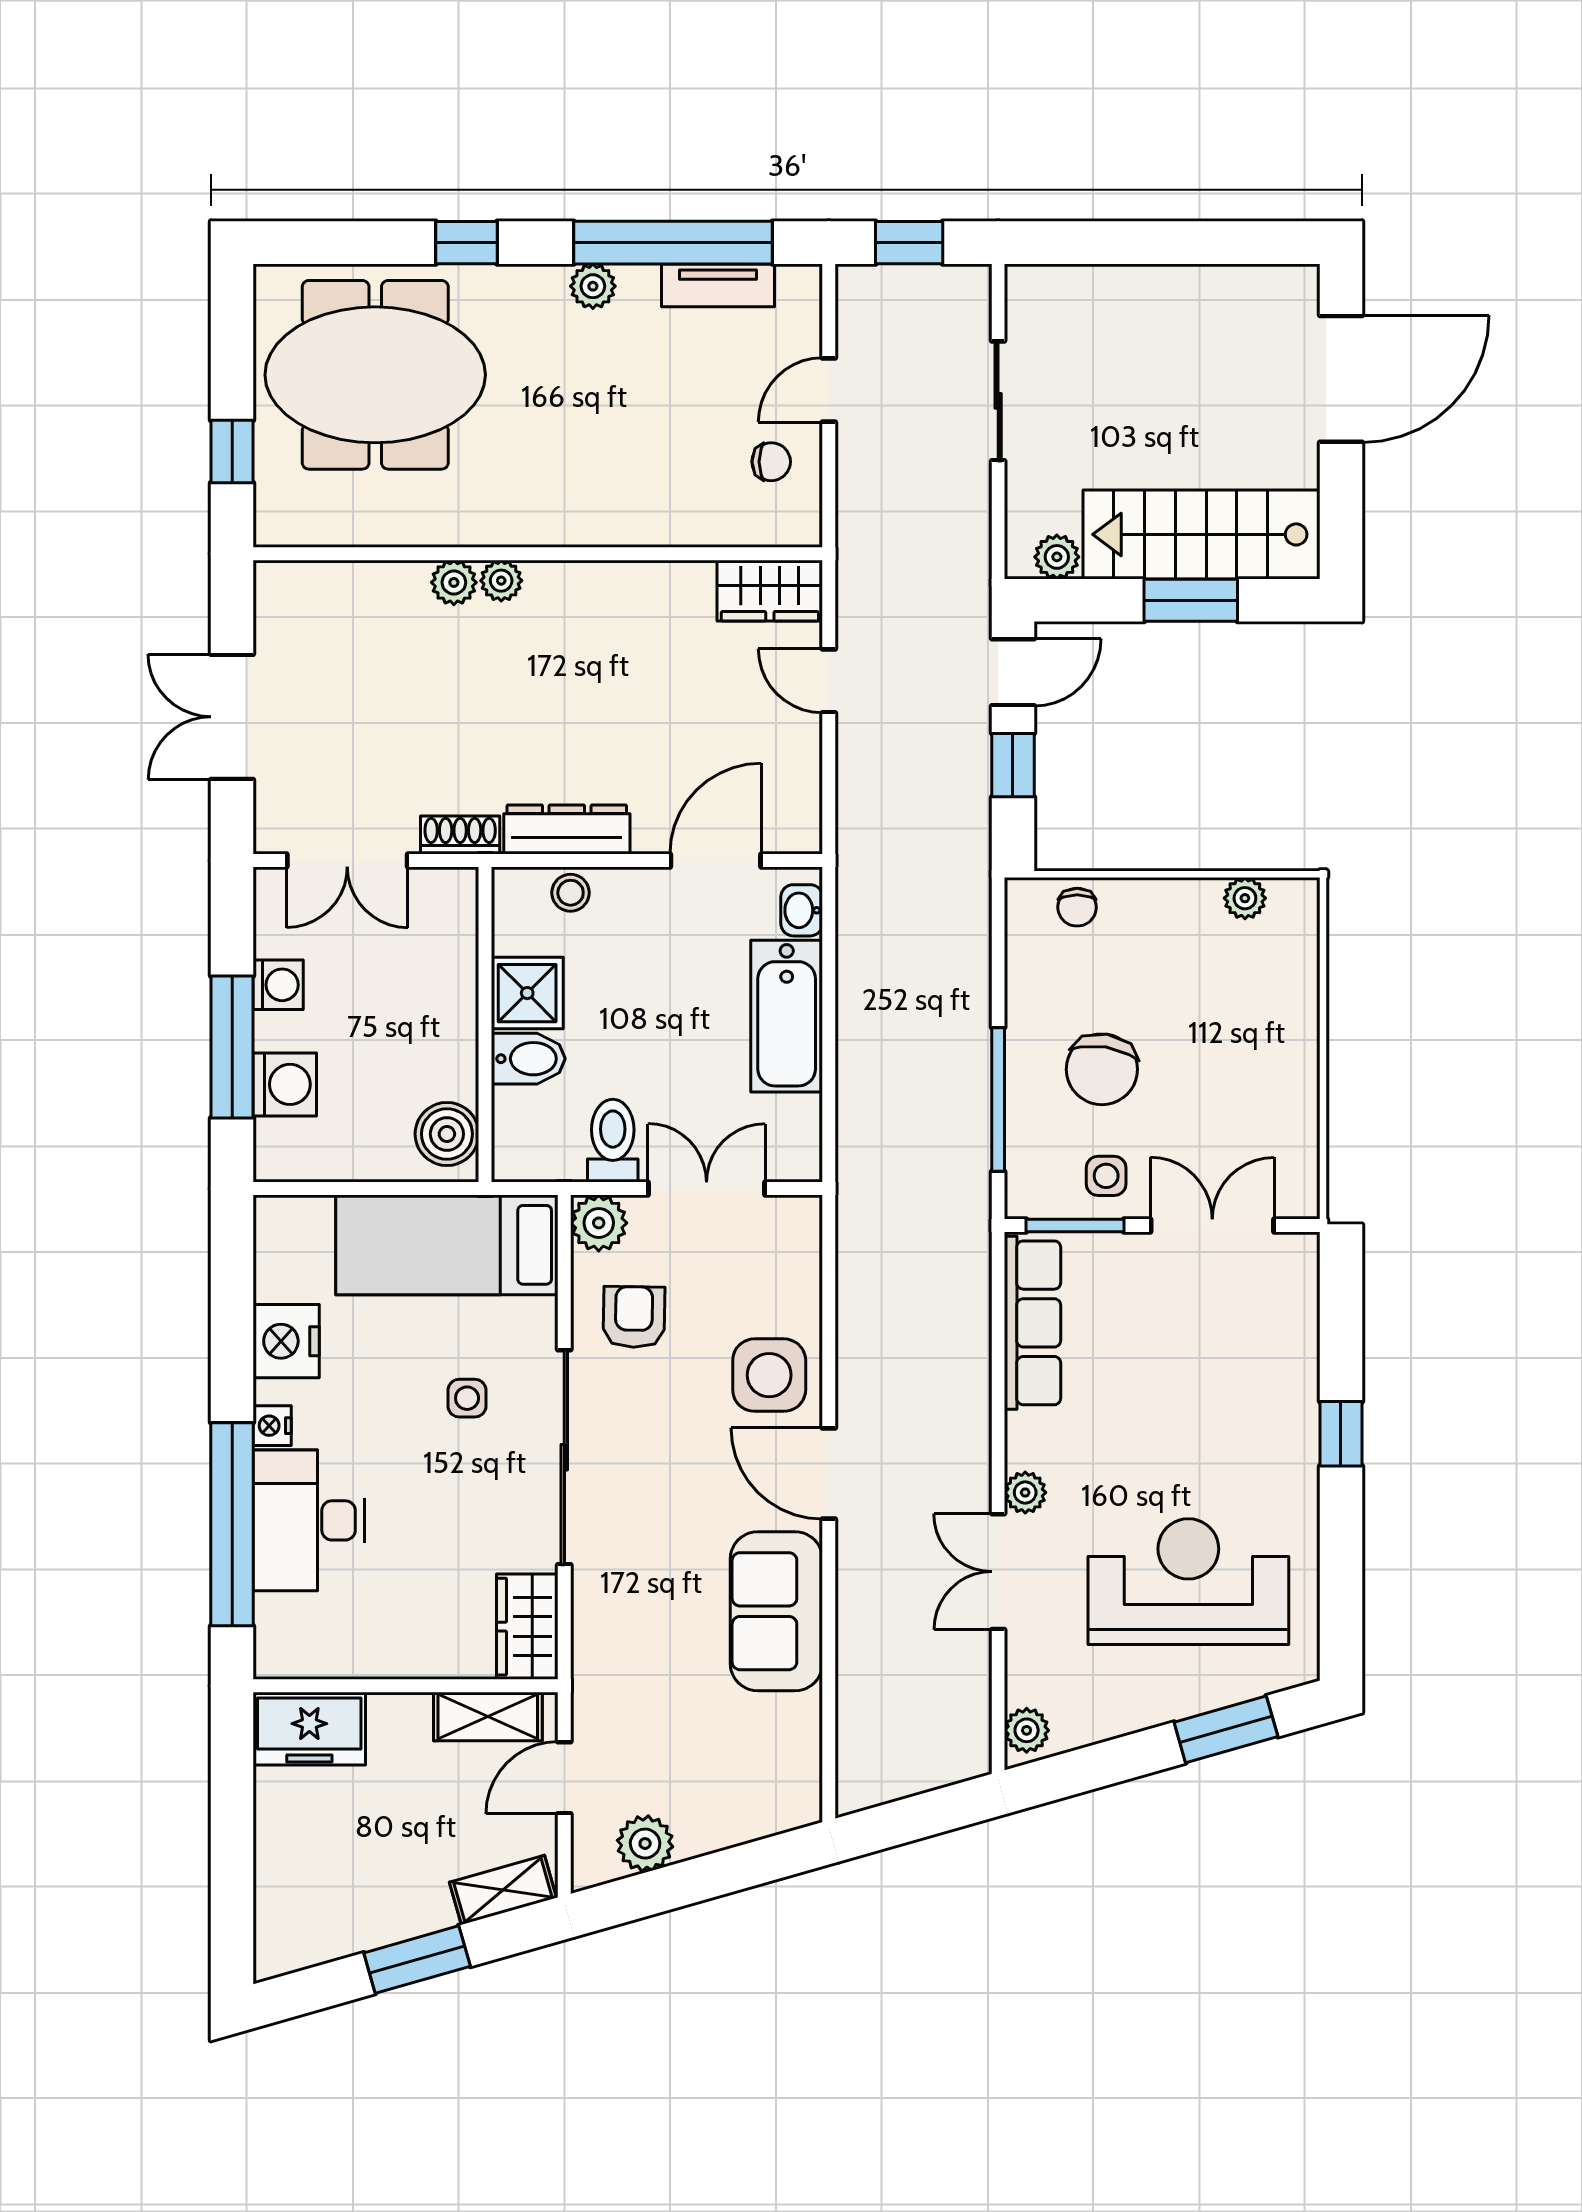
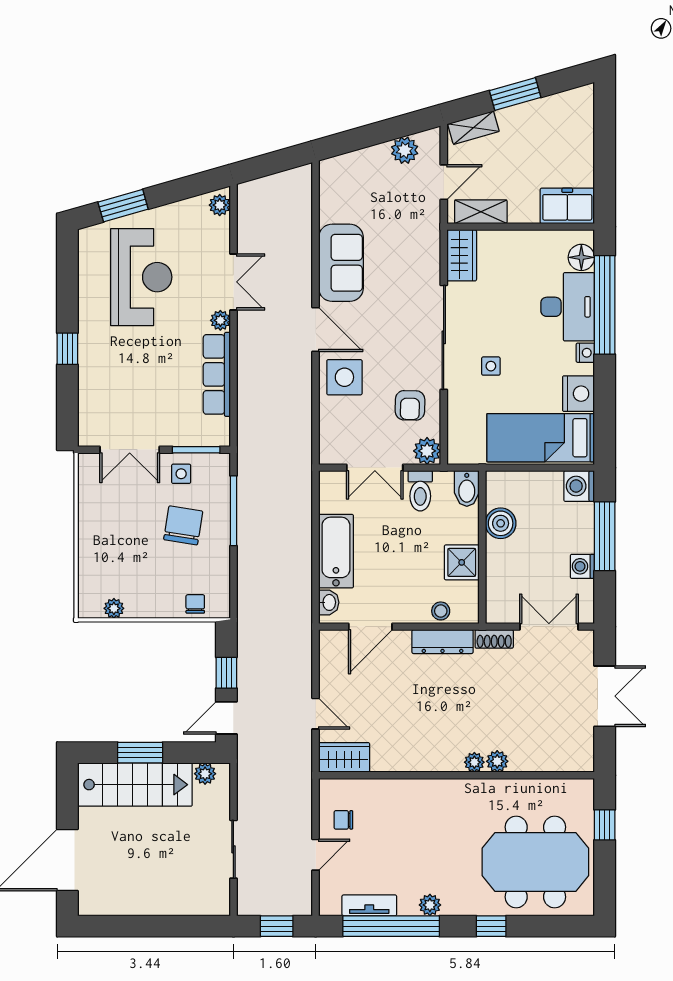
bidet: (528, 1059) -> (467, 489), moved, turned -90
washing machine: (285, 1084) -> (579, 486), moved
boiler: (447, 1134) -> (501, 523), moved
bed: (447, 1245) -> (541, 438), moved, turned 180
row of seats: (1033, 1323) -> (217, 374), moved
reception desk: (1188, 1582) -> (141, 277), turned -90
floor lamp: (280, 1622) -> (581, 257), added

